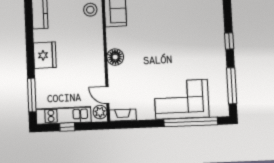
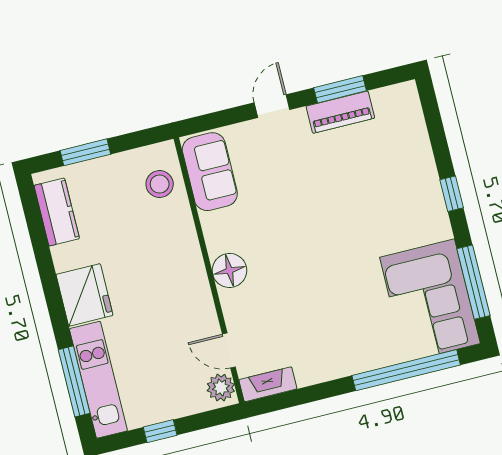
corner sofa: (181, 99) -> (430, 300), moved, turned -90
kitchen unit: (63, 115) -> (98, 380), moved, turned 90

